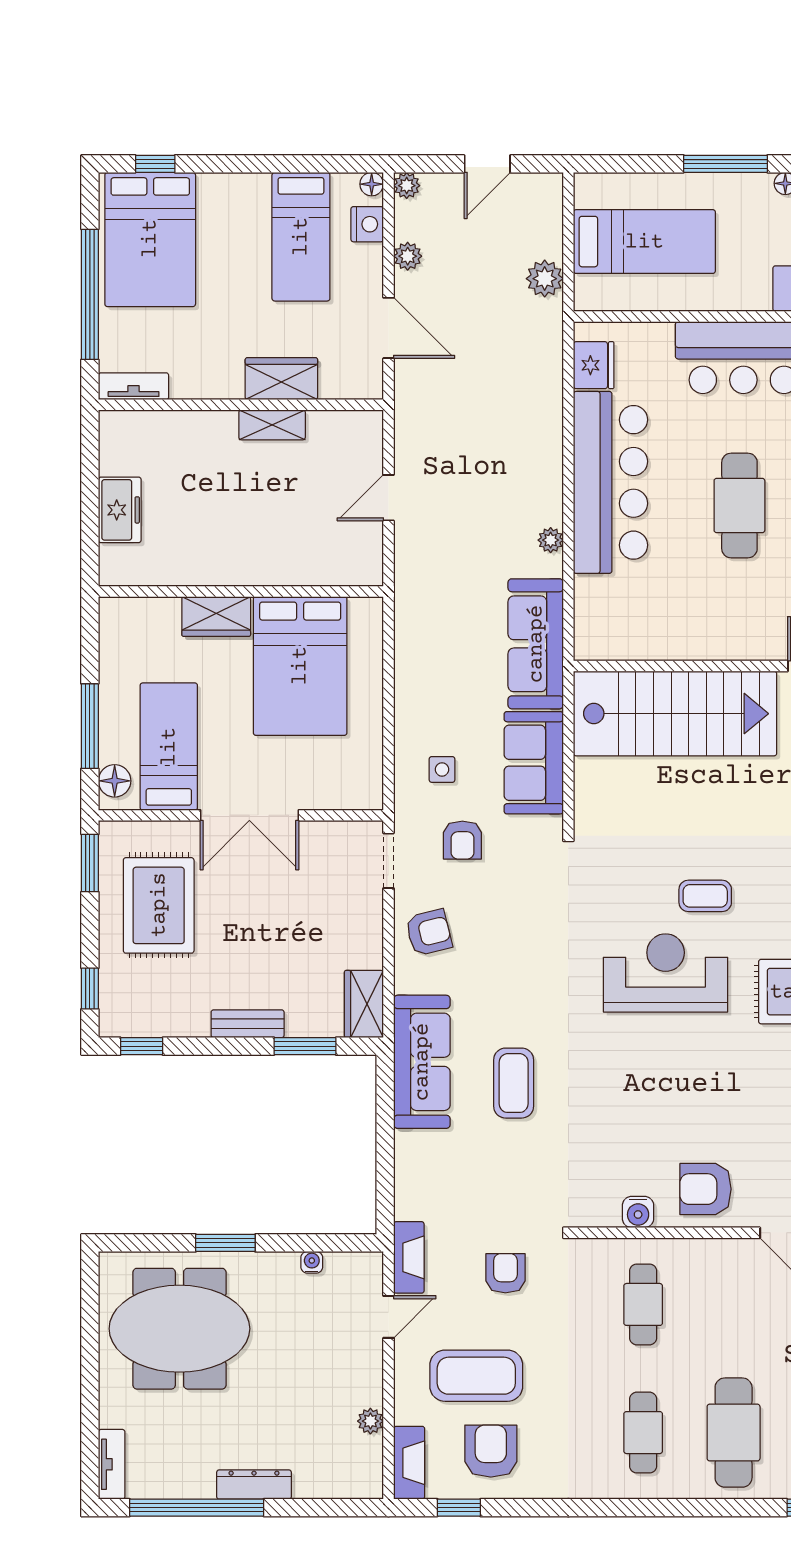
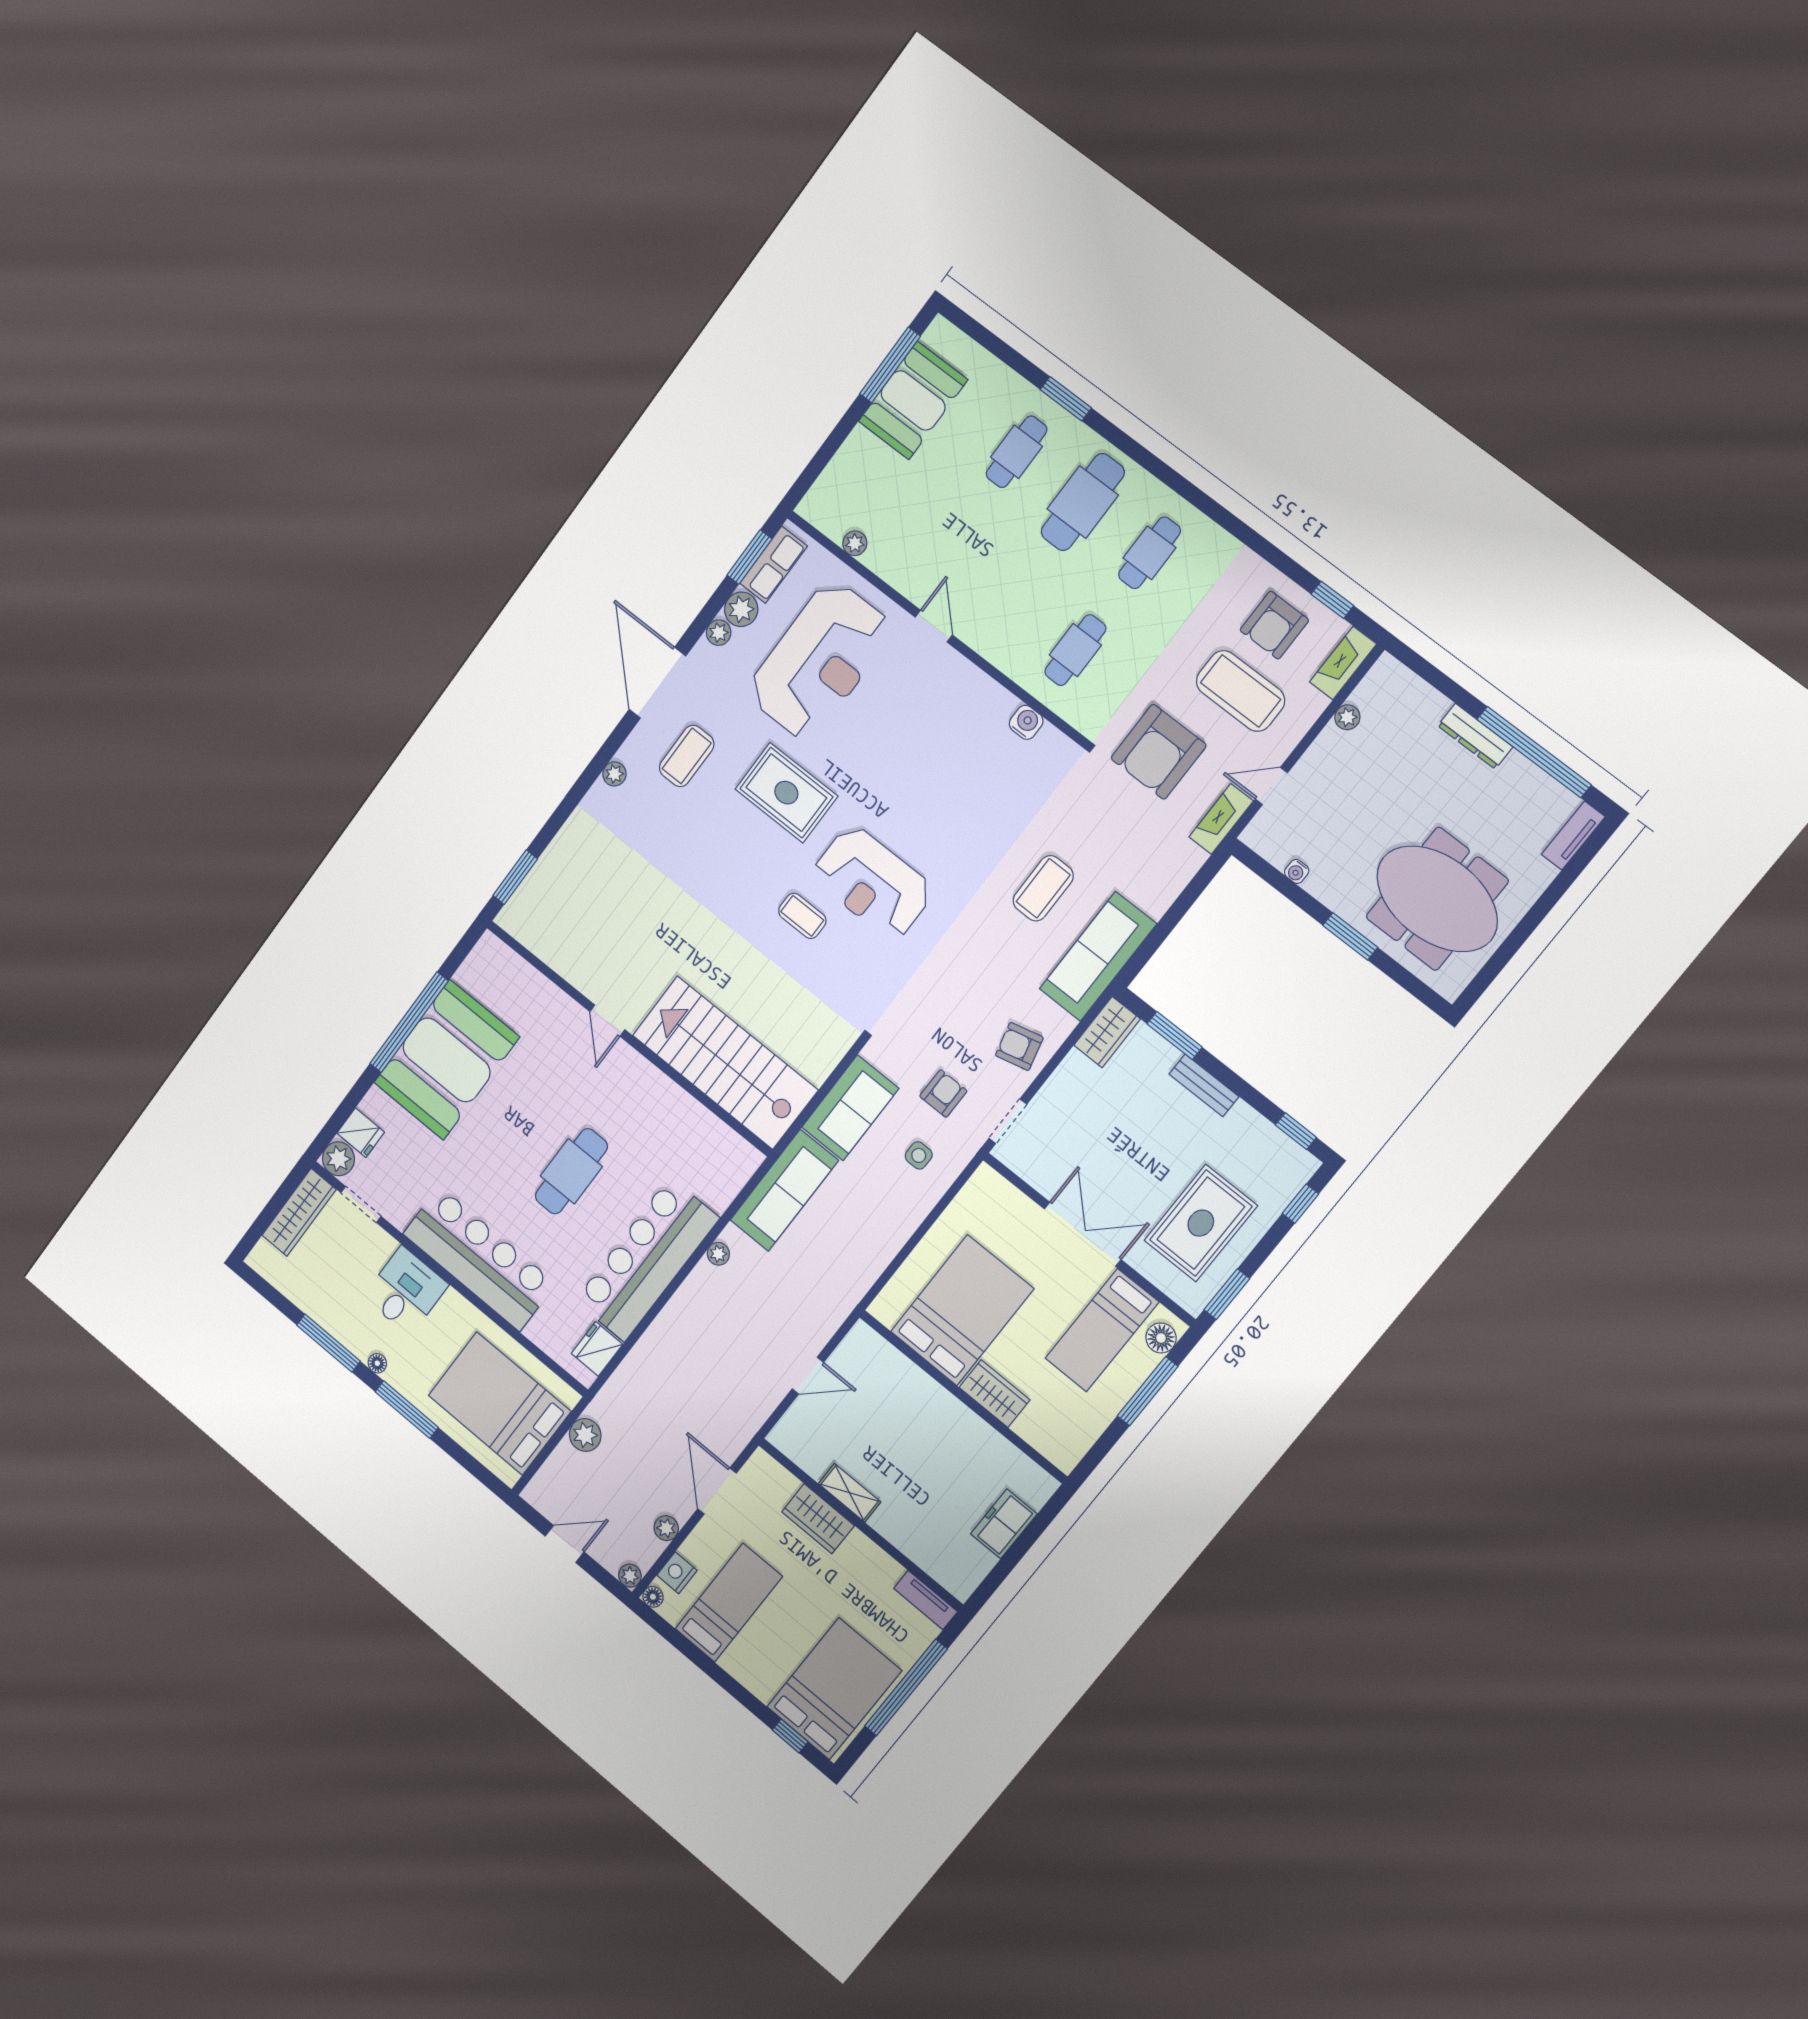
bed: (644, 242) -> (499, 1403), width x1.50
armchair: (705, 1189) -> (964, 701), removed
armchair: (505, 1273) -> (1159, 752), width x1.88, depth x1.88

